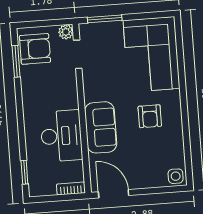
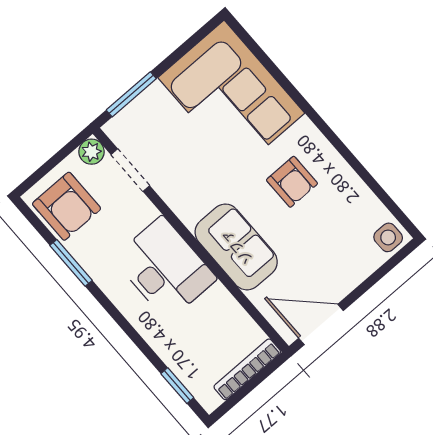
armchair: (35, 49) -> (67, 206), turned 90
window: (16, 61) -> (71, 263), moved
desk: (61, 136) -> (165, 268), moved
bookcase: (71, 188) -> (247, 369), width x1.56

